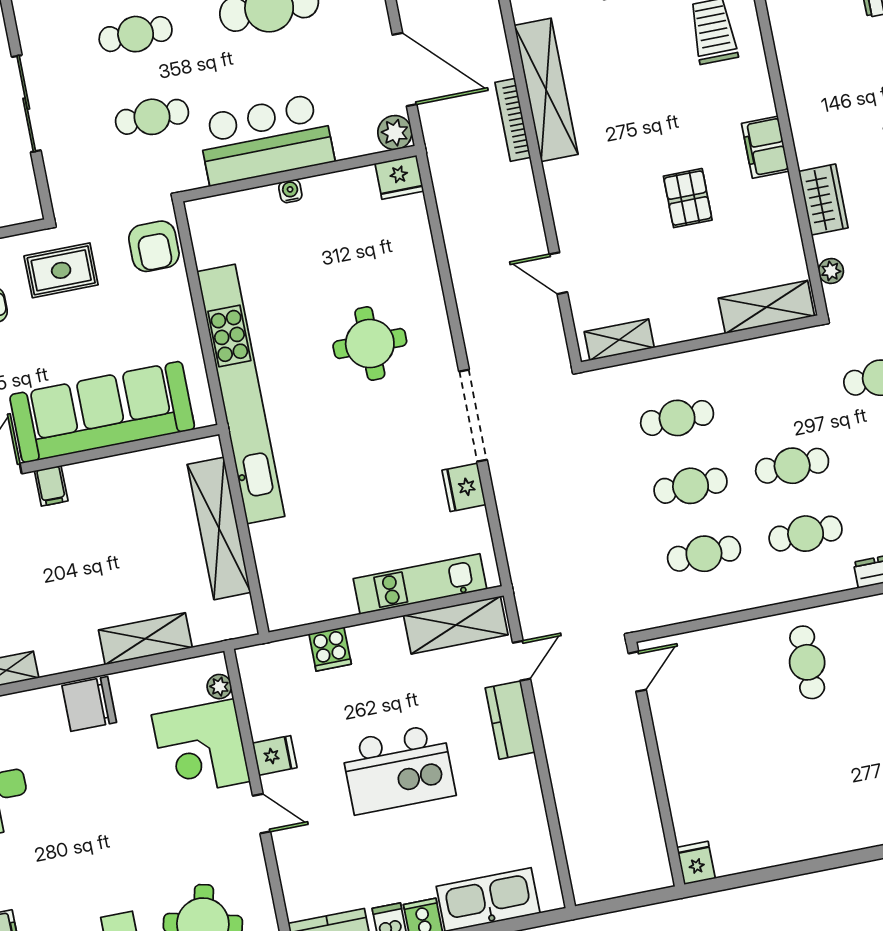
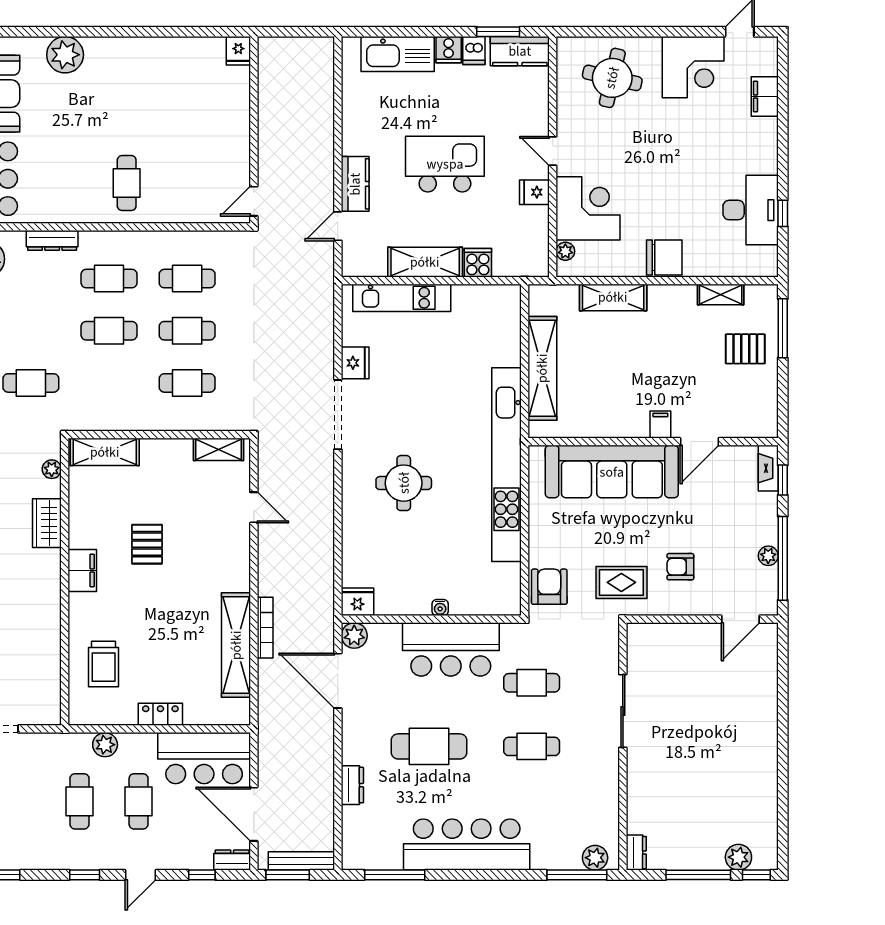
shelving: (456, 625) -> (425, 262), moved

